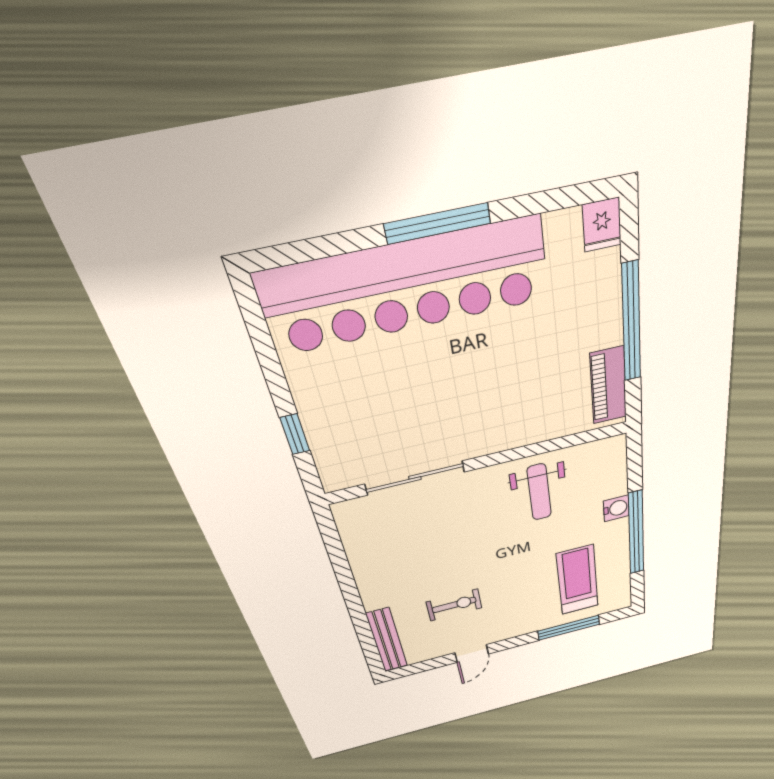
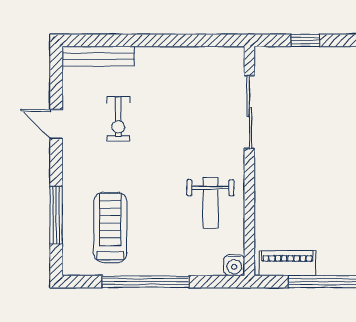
weight bench: (539, 492) -> (210, 203), turned -90
water cooler: (616, 508) -> (234, 265), moved
treadmill: (577, 580) -> (110, 227), turned -90

